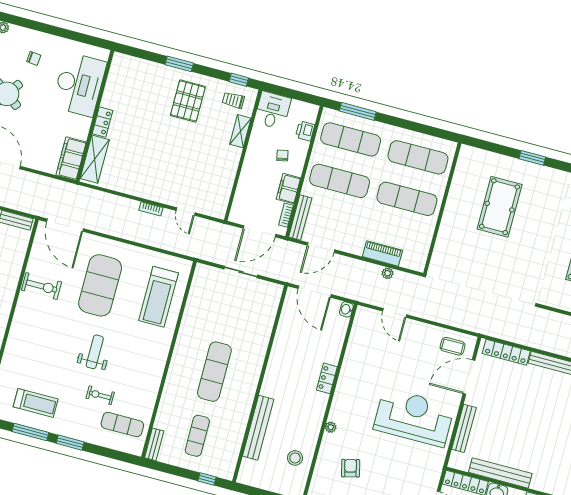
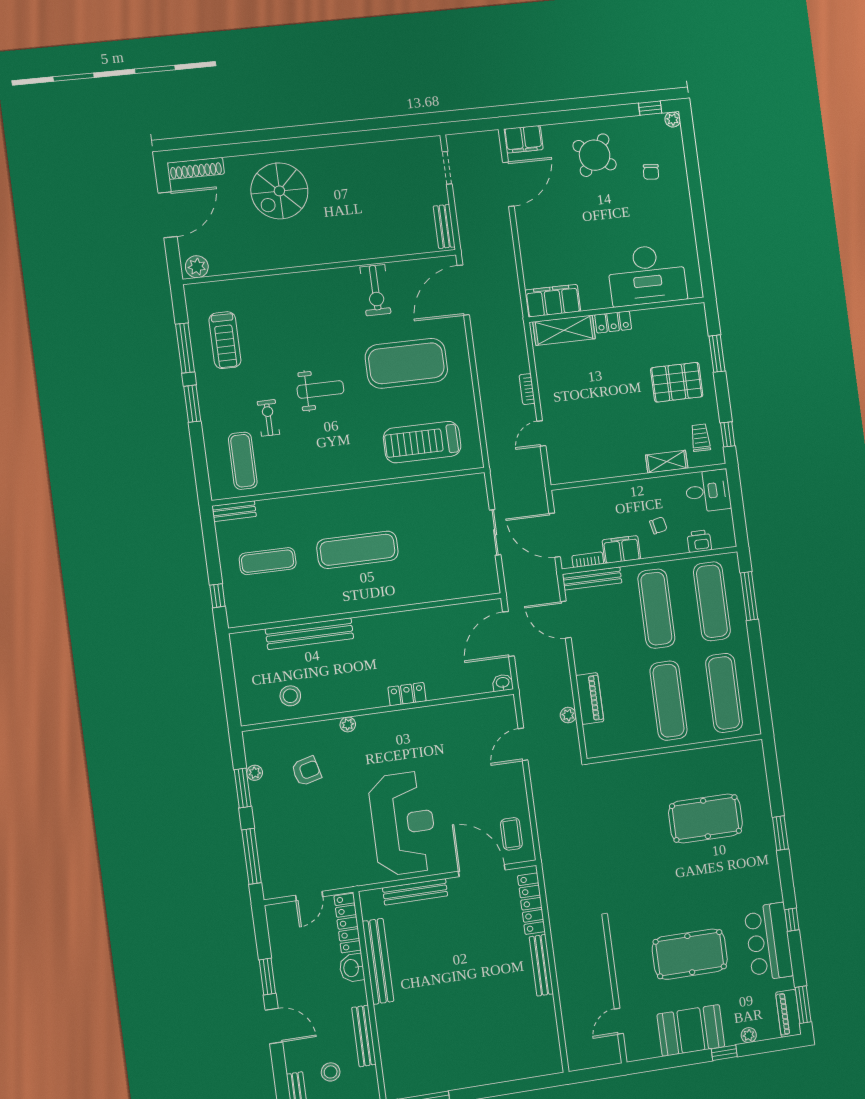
desk: (79, 84) -> (647, 275), moved
wall: (95, 116) -> (617, 310), moved
locker: (102, 122) -> (613, 322), moved
filing cabinet: (71, 159) -> (553, 301), moved
shelving: (95, 159) -> (564, 330), moved

